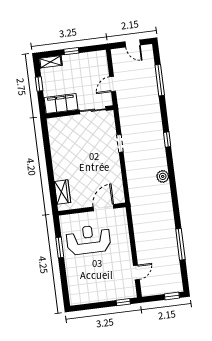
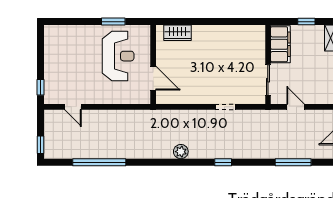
window: (180, 244) -> (99, 162), width x1.46

